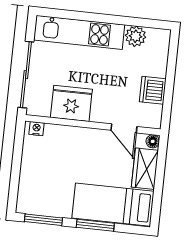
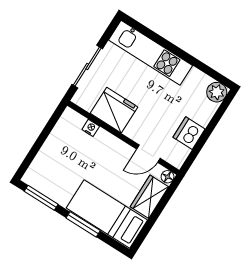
plant: (136, 36) -> (217, 92), moved
sliding door: (26, 75) -> (87, 67), width x0.73
door: (124, 128) -> (148, 154), hinge flipped
nightstand: (36, 129) -> (91, 128), moved

